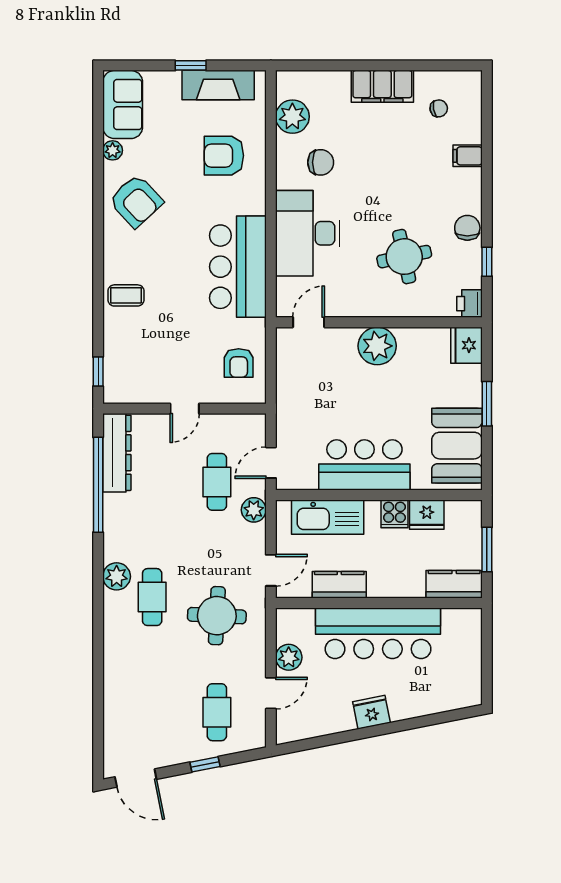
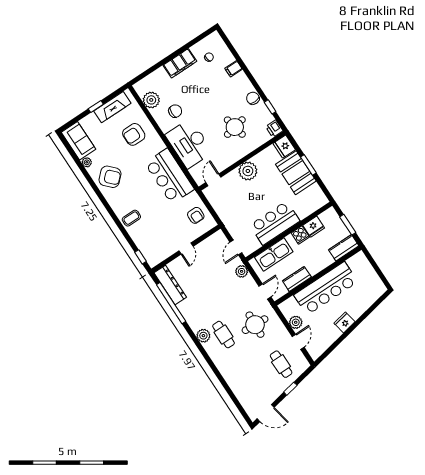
booth: (457, 446) -> (296, 173), moved
cafe table: (217, 482) -> (219, 270), removed

